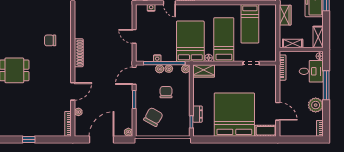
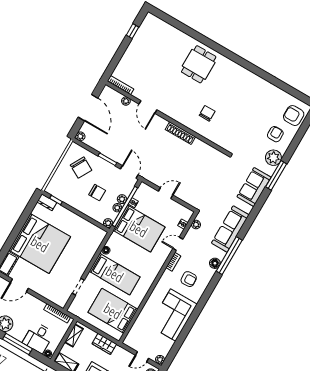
bed: (250, 24) -> (113, 311), width x1.50
bed: (190, 41) -> (139, 229), moved
wardrobe: (204, 71) -> (96, 239), removed
dresser: (198, 114) -> (47, 202), moved
window: (29, 140) -> (133, 31), moved

